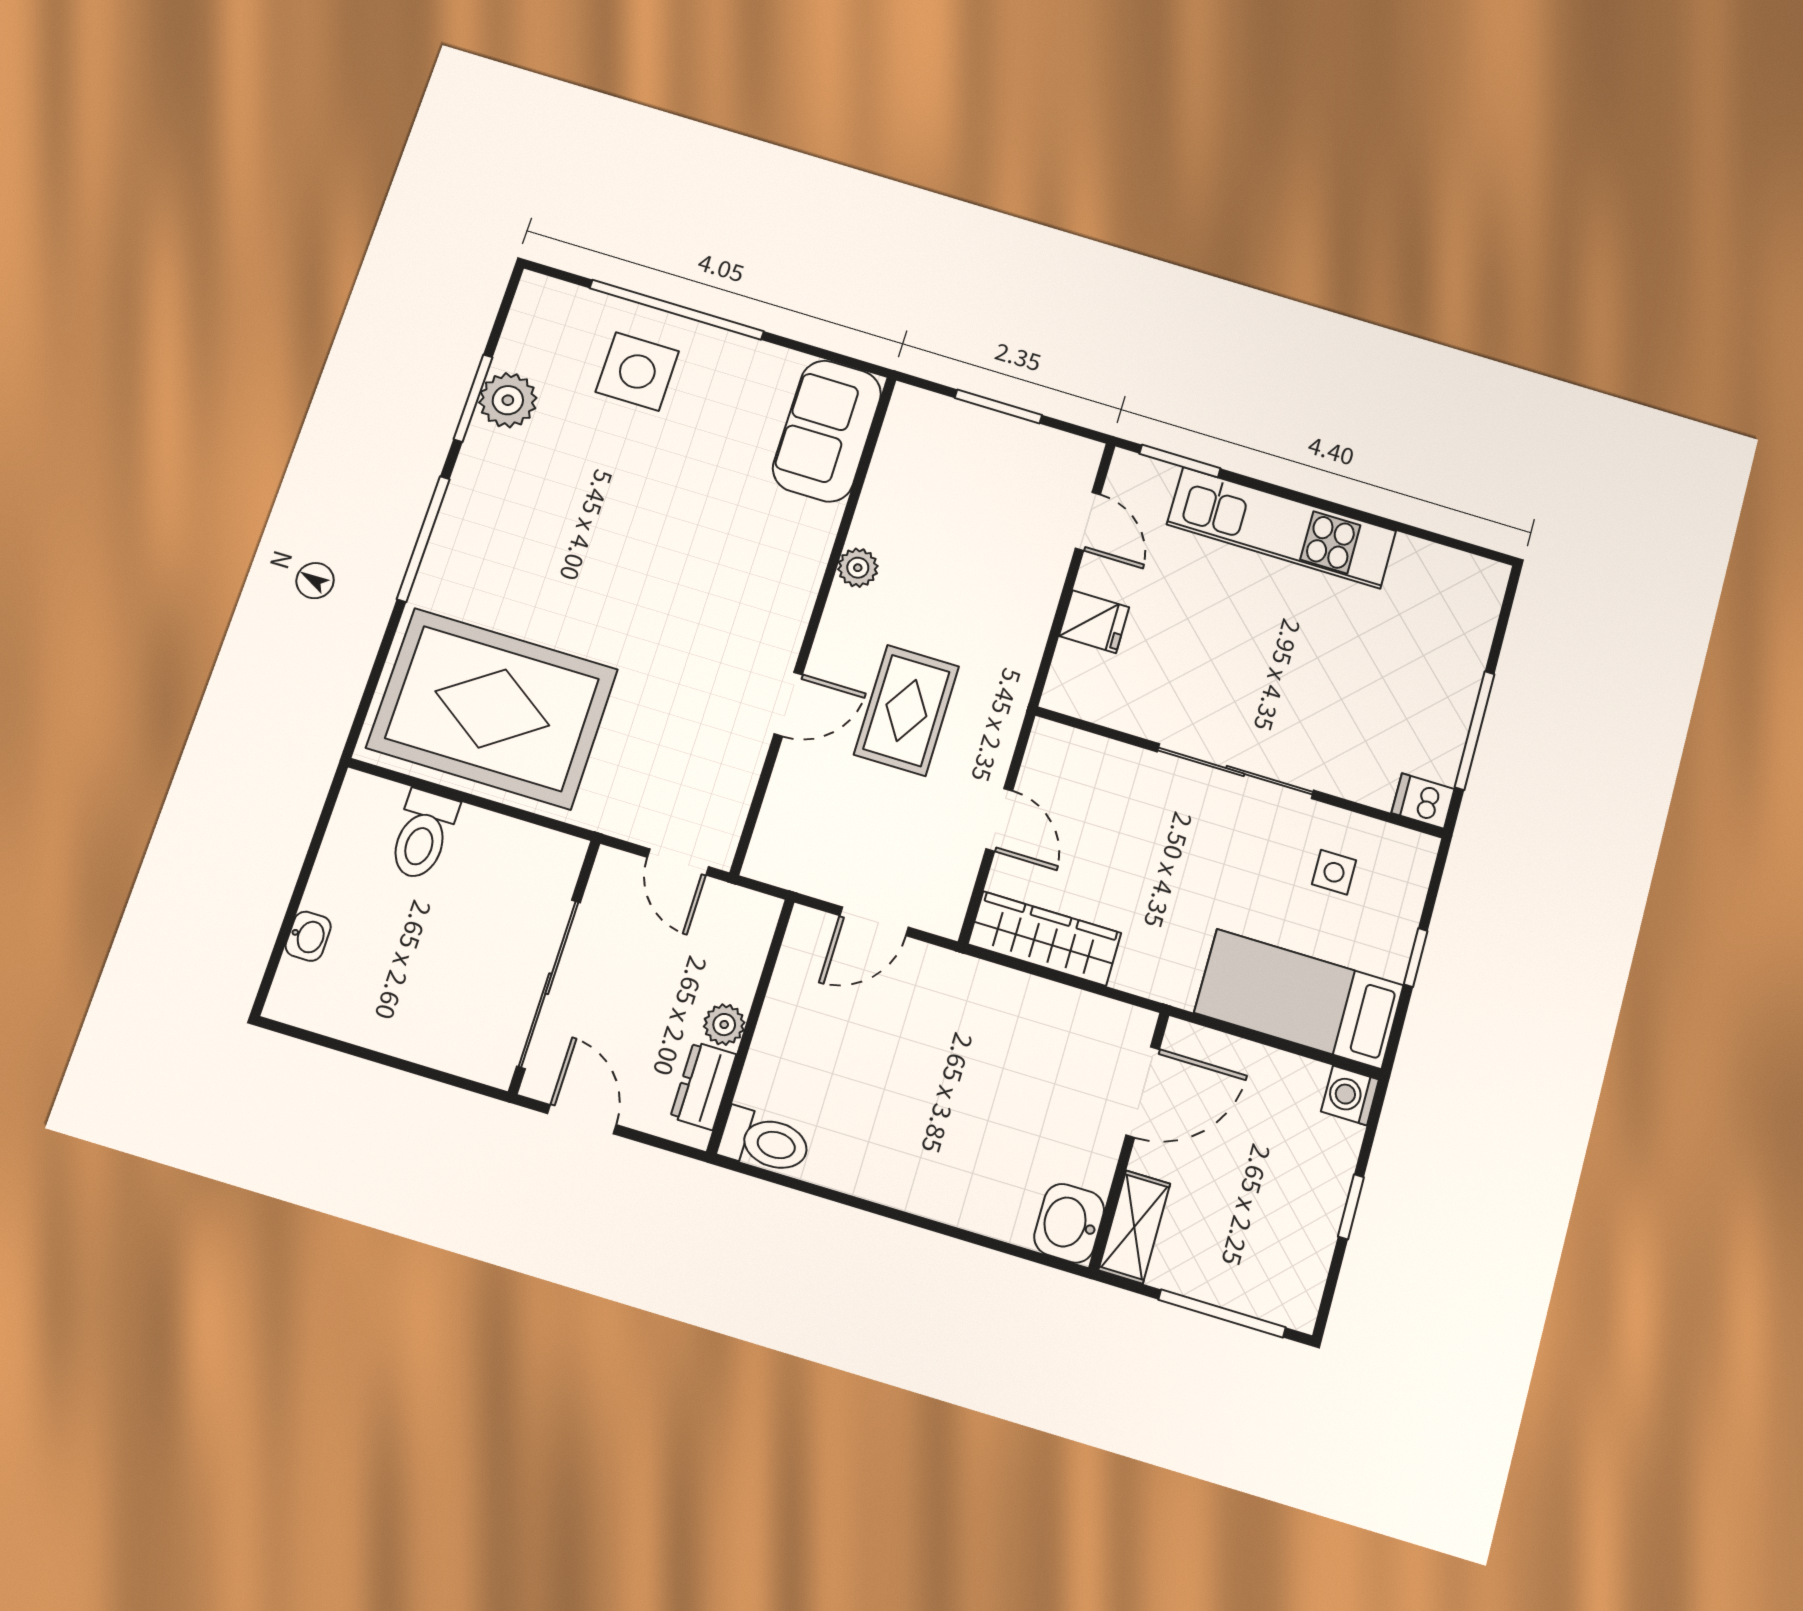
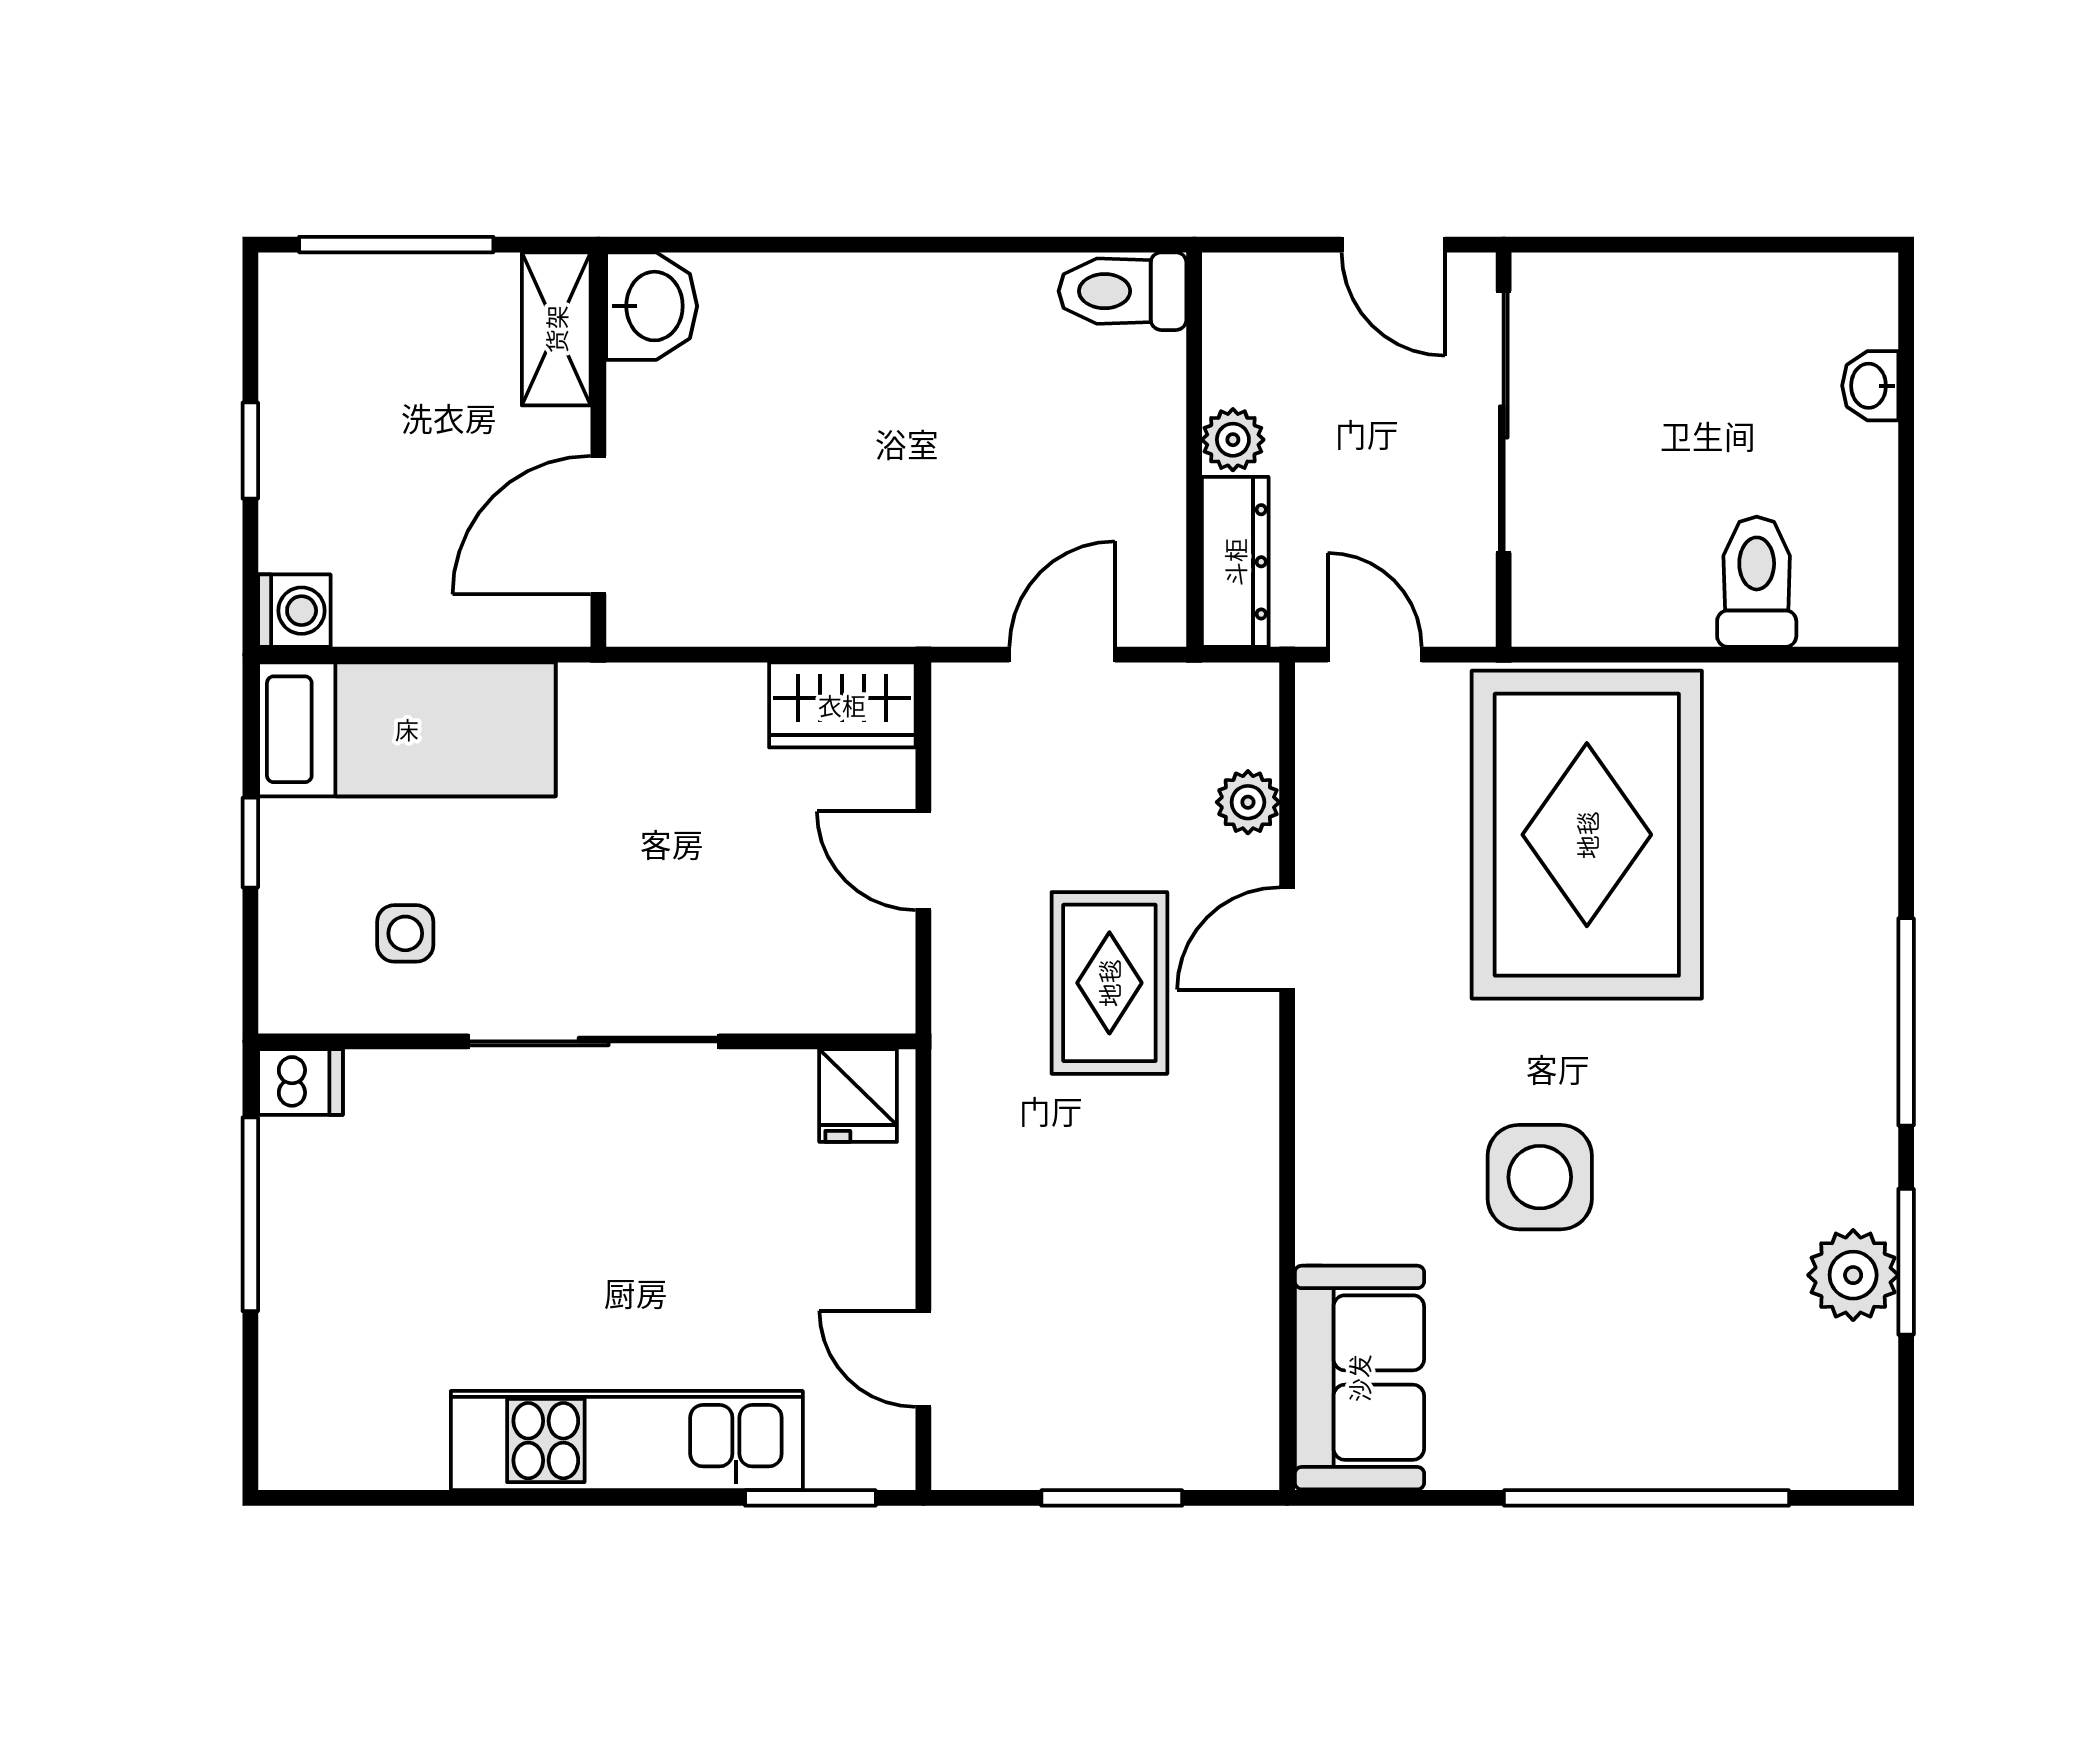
side table: (637, 372) -> (1540, 1177), moved
plant: (858, 568) -> (1248, 802), moved
fridge: (1094, 622) -> (858, 1096), moved, turned -90
rug: (492, 708) -> (1587, 835), moved, turned 90
wardrobe: (1044, 939) -> (842, 705), width x0.67
dresser: (703, 1086) -> (1235, 562), moved, width x1.44

